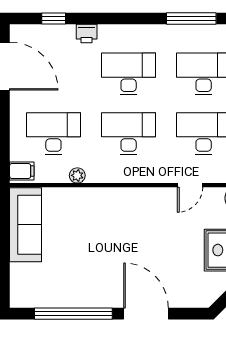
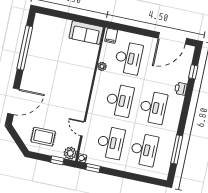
sofa: (26, 225) -> (86, 33), width x0.73
door: (146, 314) -> (13, 101), moved

